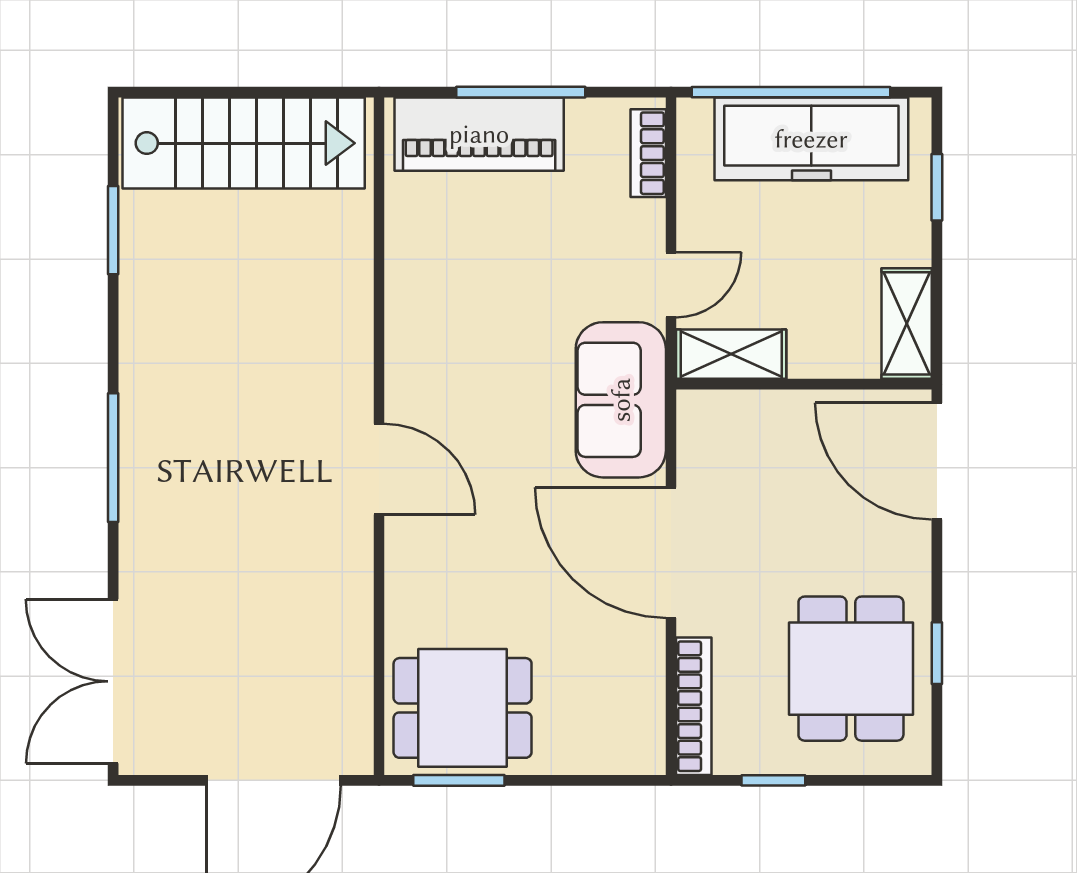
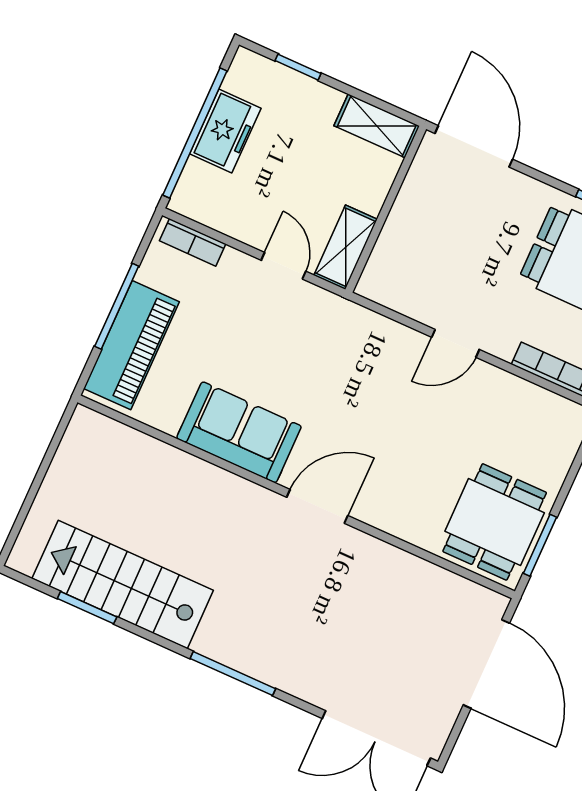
freezer: (811, 139) -> (225, 131), width x0.52, depth x0.79
stairs: (244, 143) -> (123, 584), moved, turned -90
sofa: (621, 400) -> (239, 432), moved, turned 180
door: (937, 461) -> (474, 146), swing flipped
door: (671, 553) -> (455, 343), width x0.53

